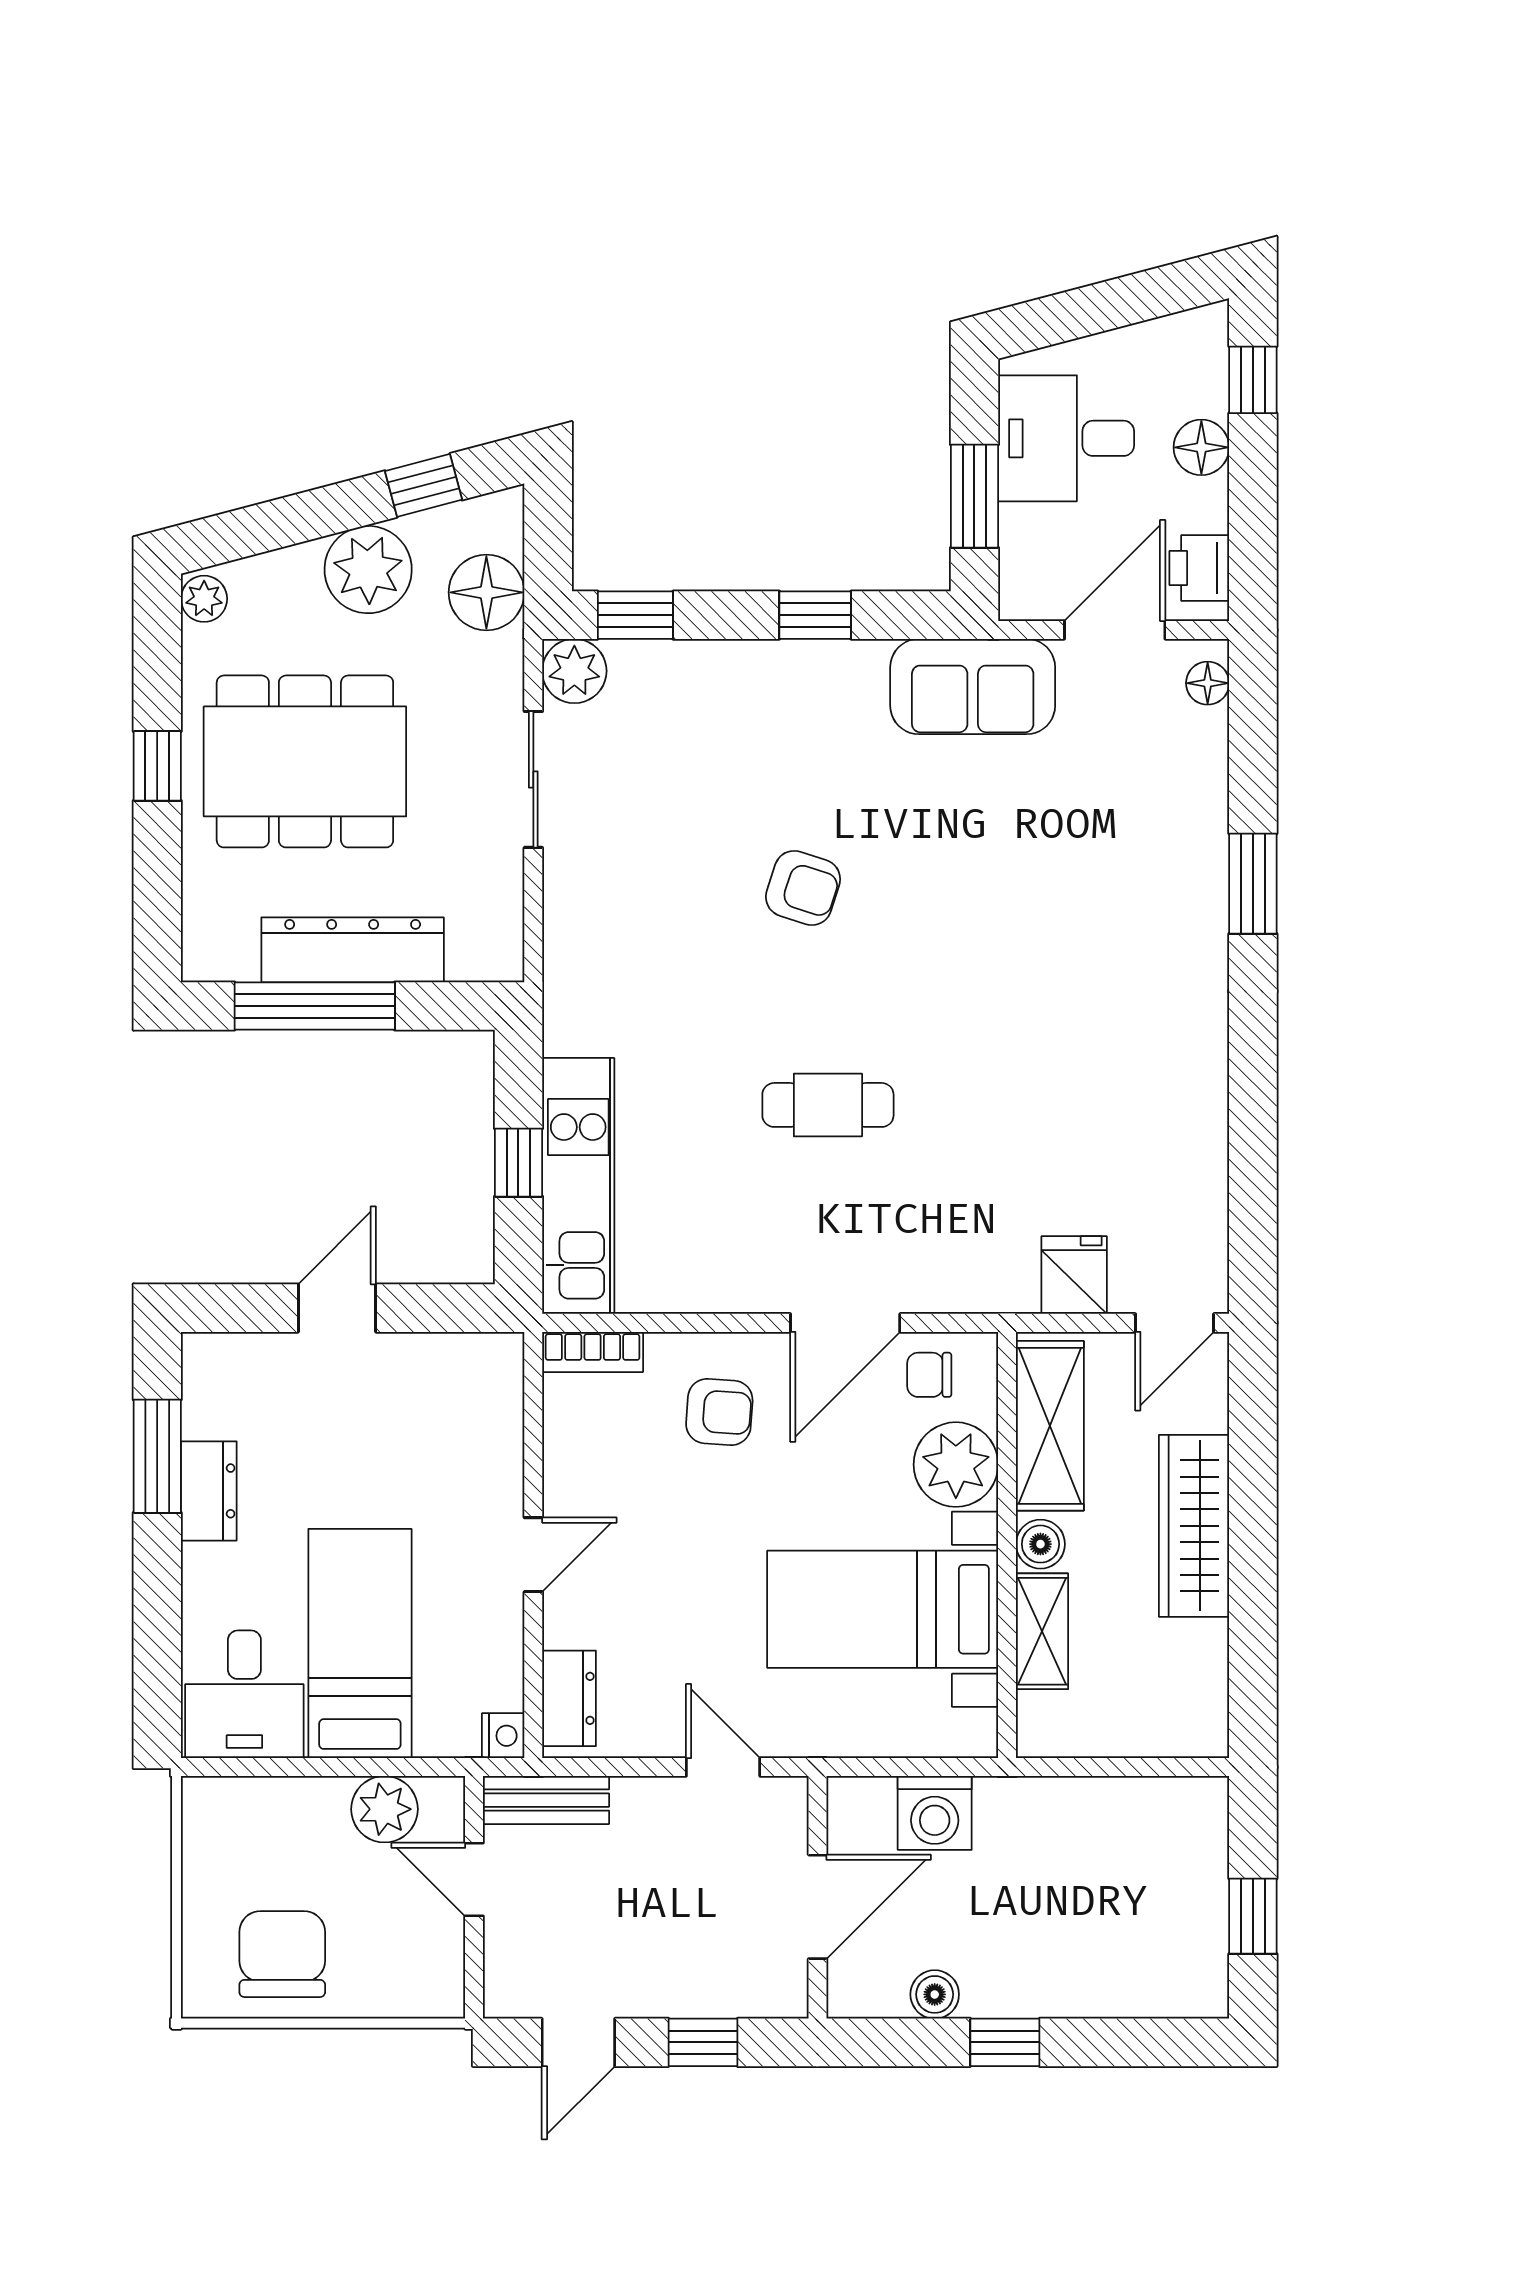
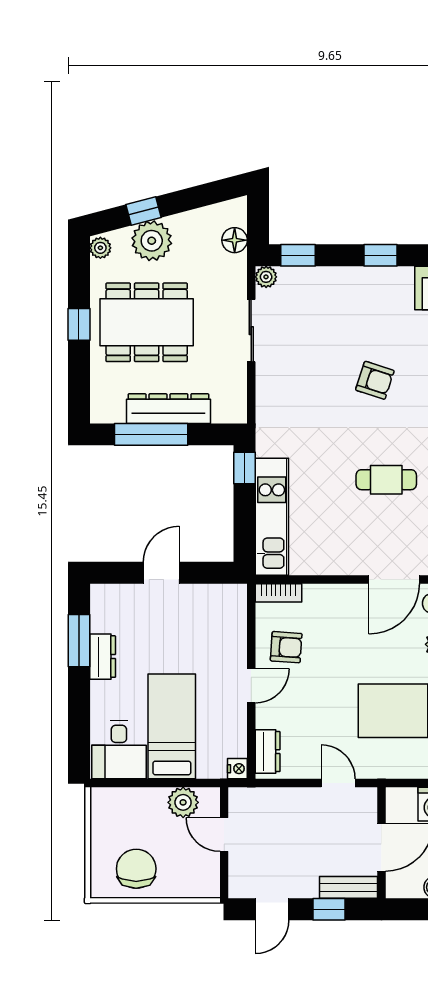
window: (423, 485) -> (143, 211), moved
plant: (368, 570) -> (152, 241), moved
floor lamp: (486, 592) -> (235, 240), width x0.73, depth x0.73
plant: (574, 671) -> (266, 277), width x0.73, depth x0.73
window: (518, 1163) -> (244, 468), moved
armchair: (719, 1412) -> (286, 647), moved
bench: (546, 1800) -> (349, 887), moved

